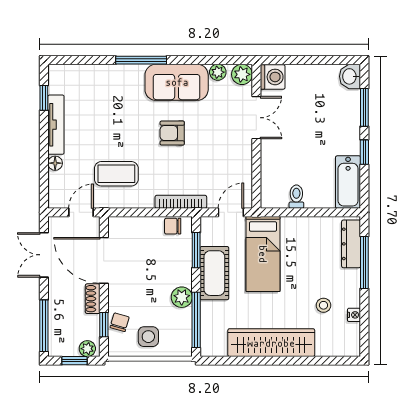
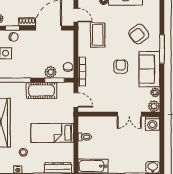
armchair: (114, 101) -> (139, 34), added
bed: (263, 254) -> (52, 133), moved
plant: (182, 297) -> (51, 72), moved

